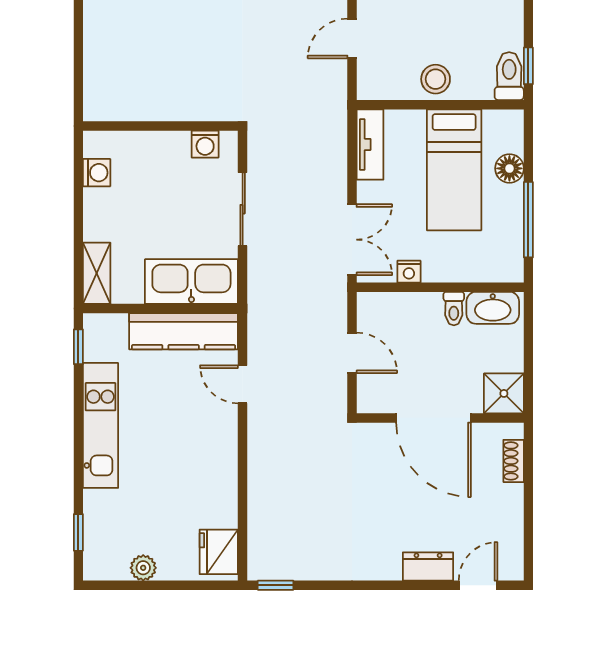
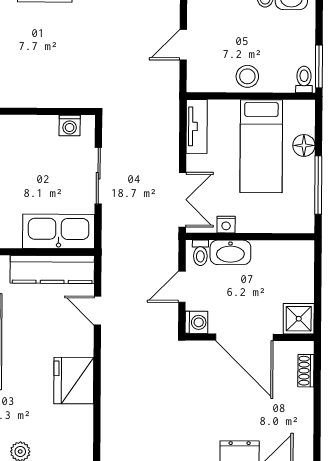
window: (528, 66) -> (319, 66), width x1.50
toilet: (509, 76) -> (304, 79), width x0.73, depth x0.72
washbasin: (493, 308) -> (230, 252), moved
toilet: (454, 309) -> (200, 253), moved
door: (352, 353) -> (182, 287), swing flipped
washing machine: (371, 399) -> (196, 322), added
fridge: (219, 552) -> (74, 381), moved, width x1.36, depth x1.34

